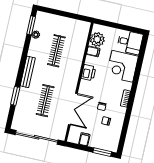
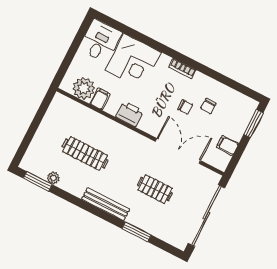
clothes rail: (45, 101) -> (155, 189), width x0.73

